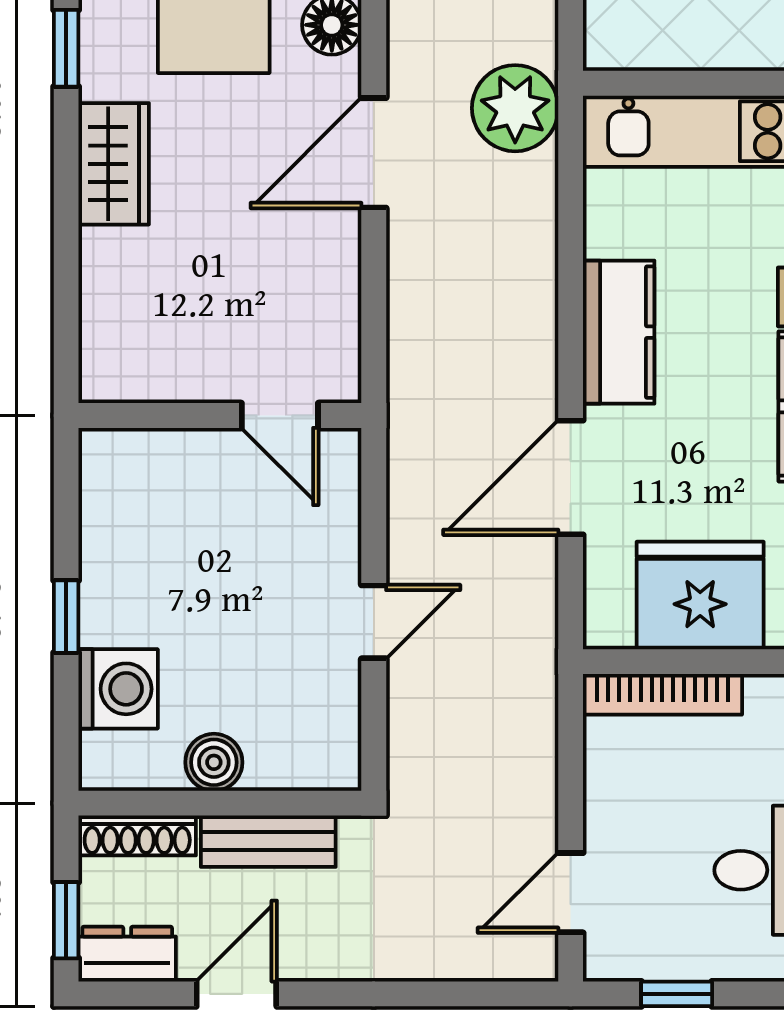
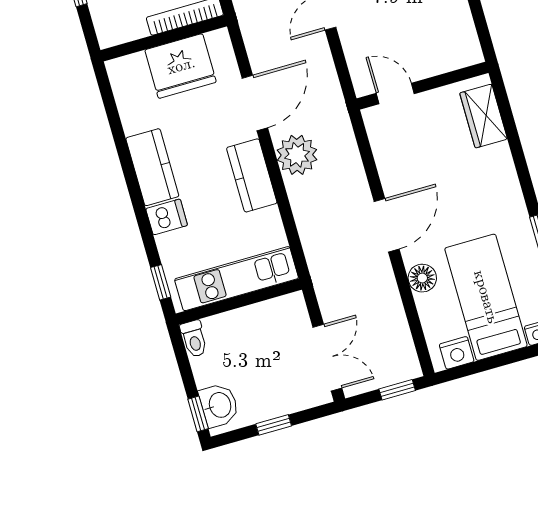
plant: (515, 108) -> (297, 155), moved
wardrobe: (114, 164) -> (483, 116), moved

